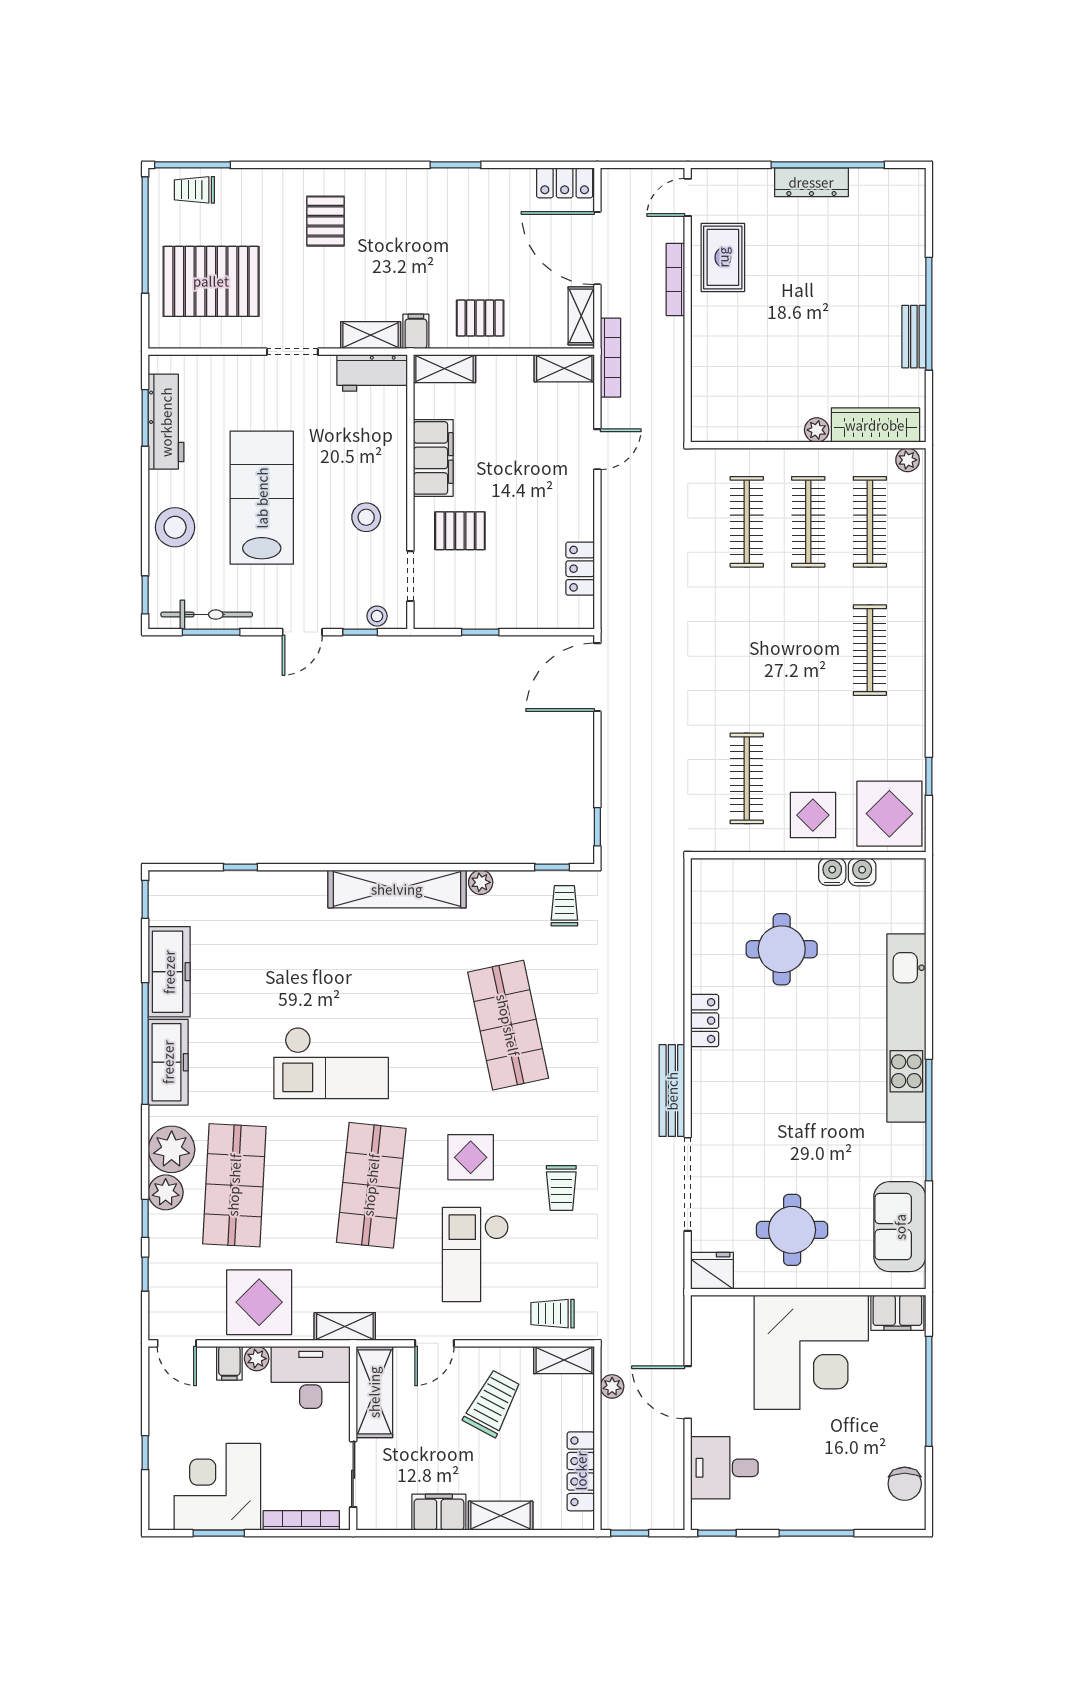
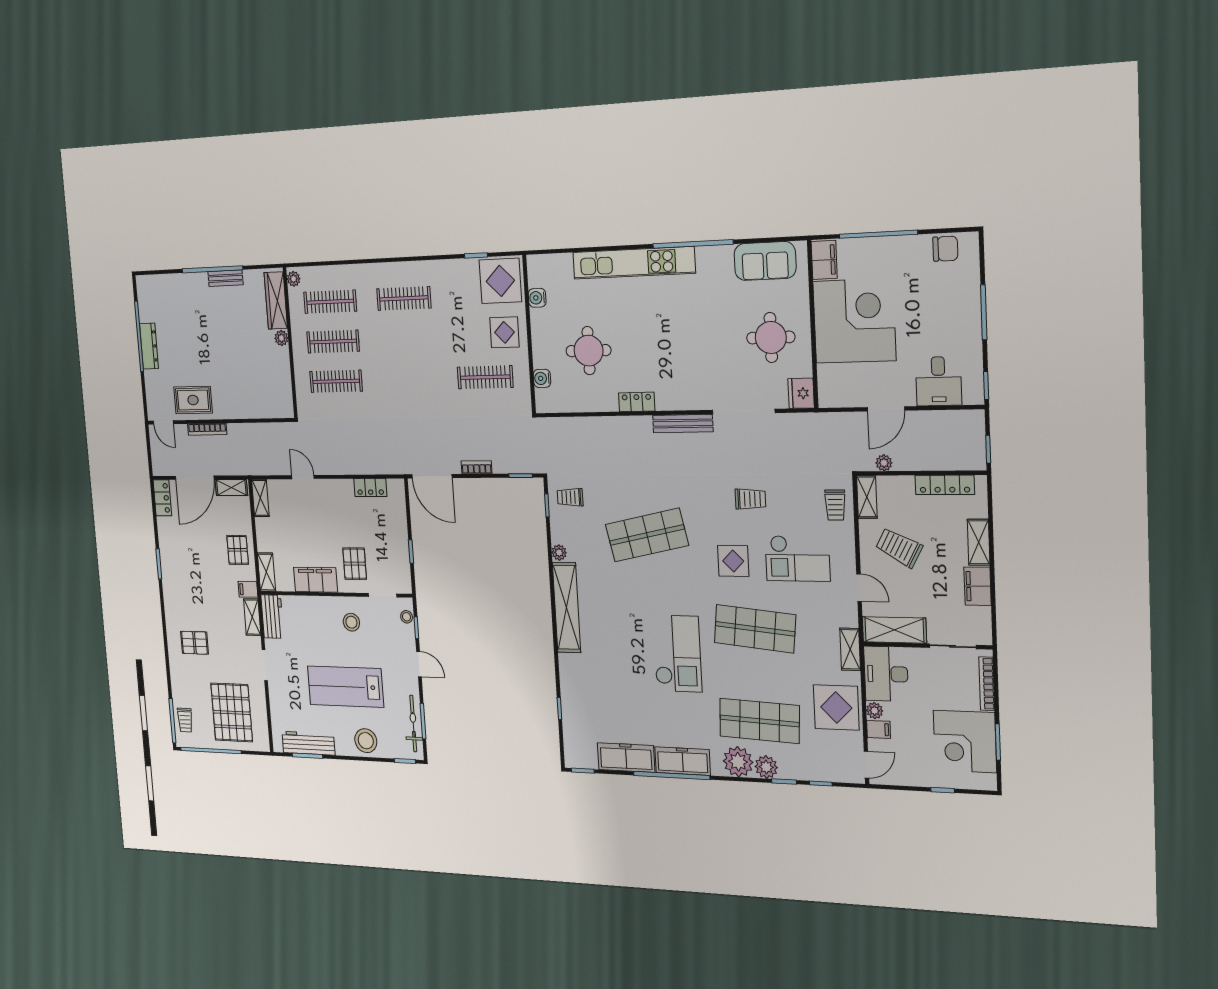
bookcase: (610, 358) -> (477, 467), moved, width x0.64
water cooler: (832, 872) -> (542, 378), moved

